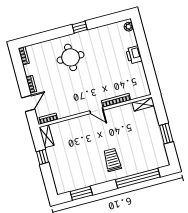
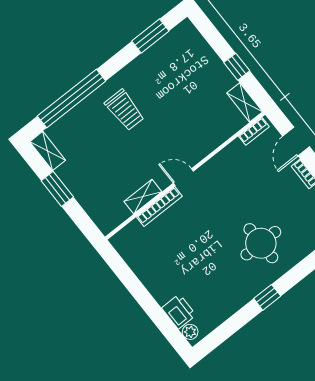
printer: (134, 55) -> (179, 312), moved
shelving: (143, 104) -> (143, 197), moved
shelving: (163, 156) -> (48, 151), added

